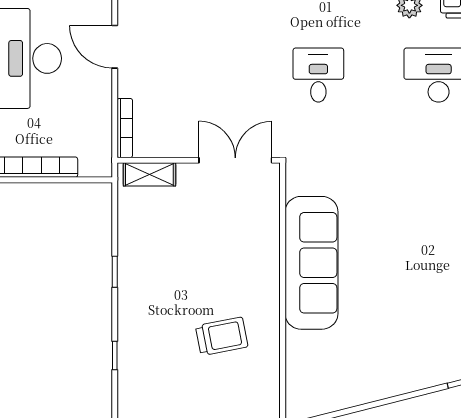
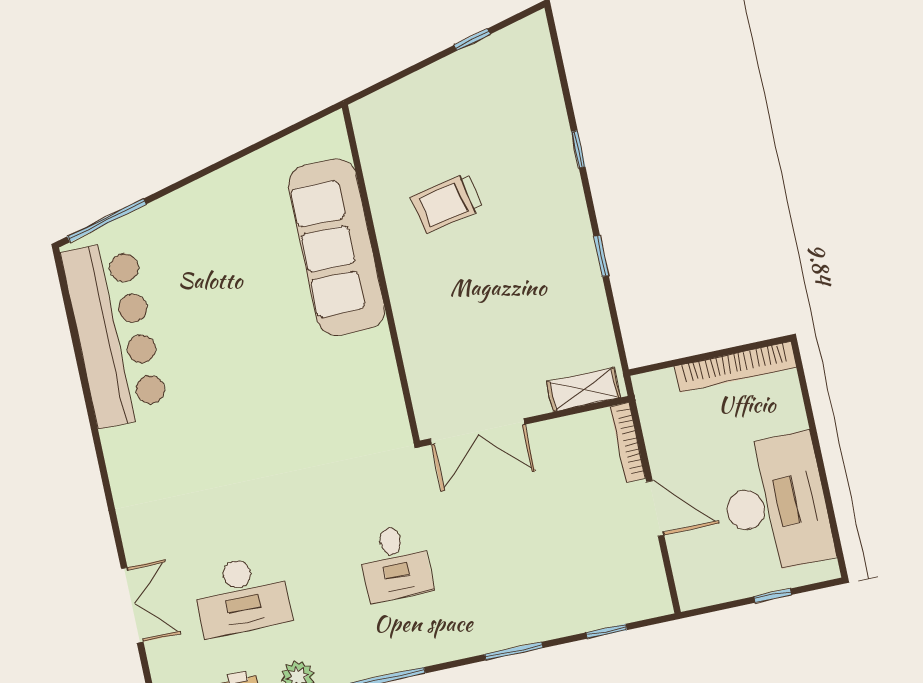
door: (115, 47) -> (655, 508), moved
sofa: (311, 263) -> (337, 247), moved

